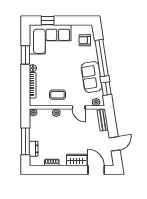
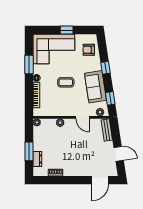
window: (48, 21) -> (67, 30), moved
window: (102, 58) -> (106, 68), width x0.32
coffee table: (58, 95) -> (66, 82), moved
window: (25, 141) -> (29, 151), width x0.69
door: (115, 144) -> (119, 154), hinge flipped
wardrobe: (77, 160) -> (81, 170), removed
door: (96, 170) -> (100, 180), swing flipped

